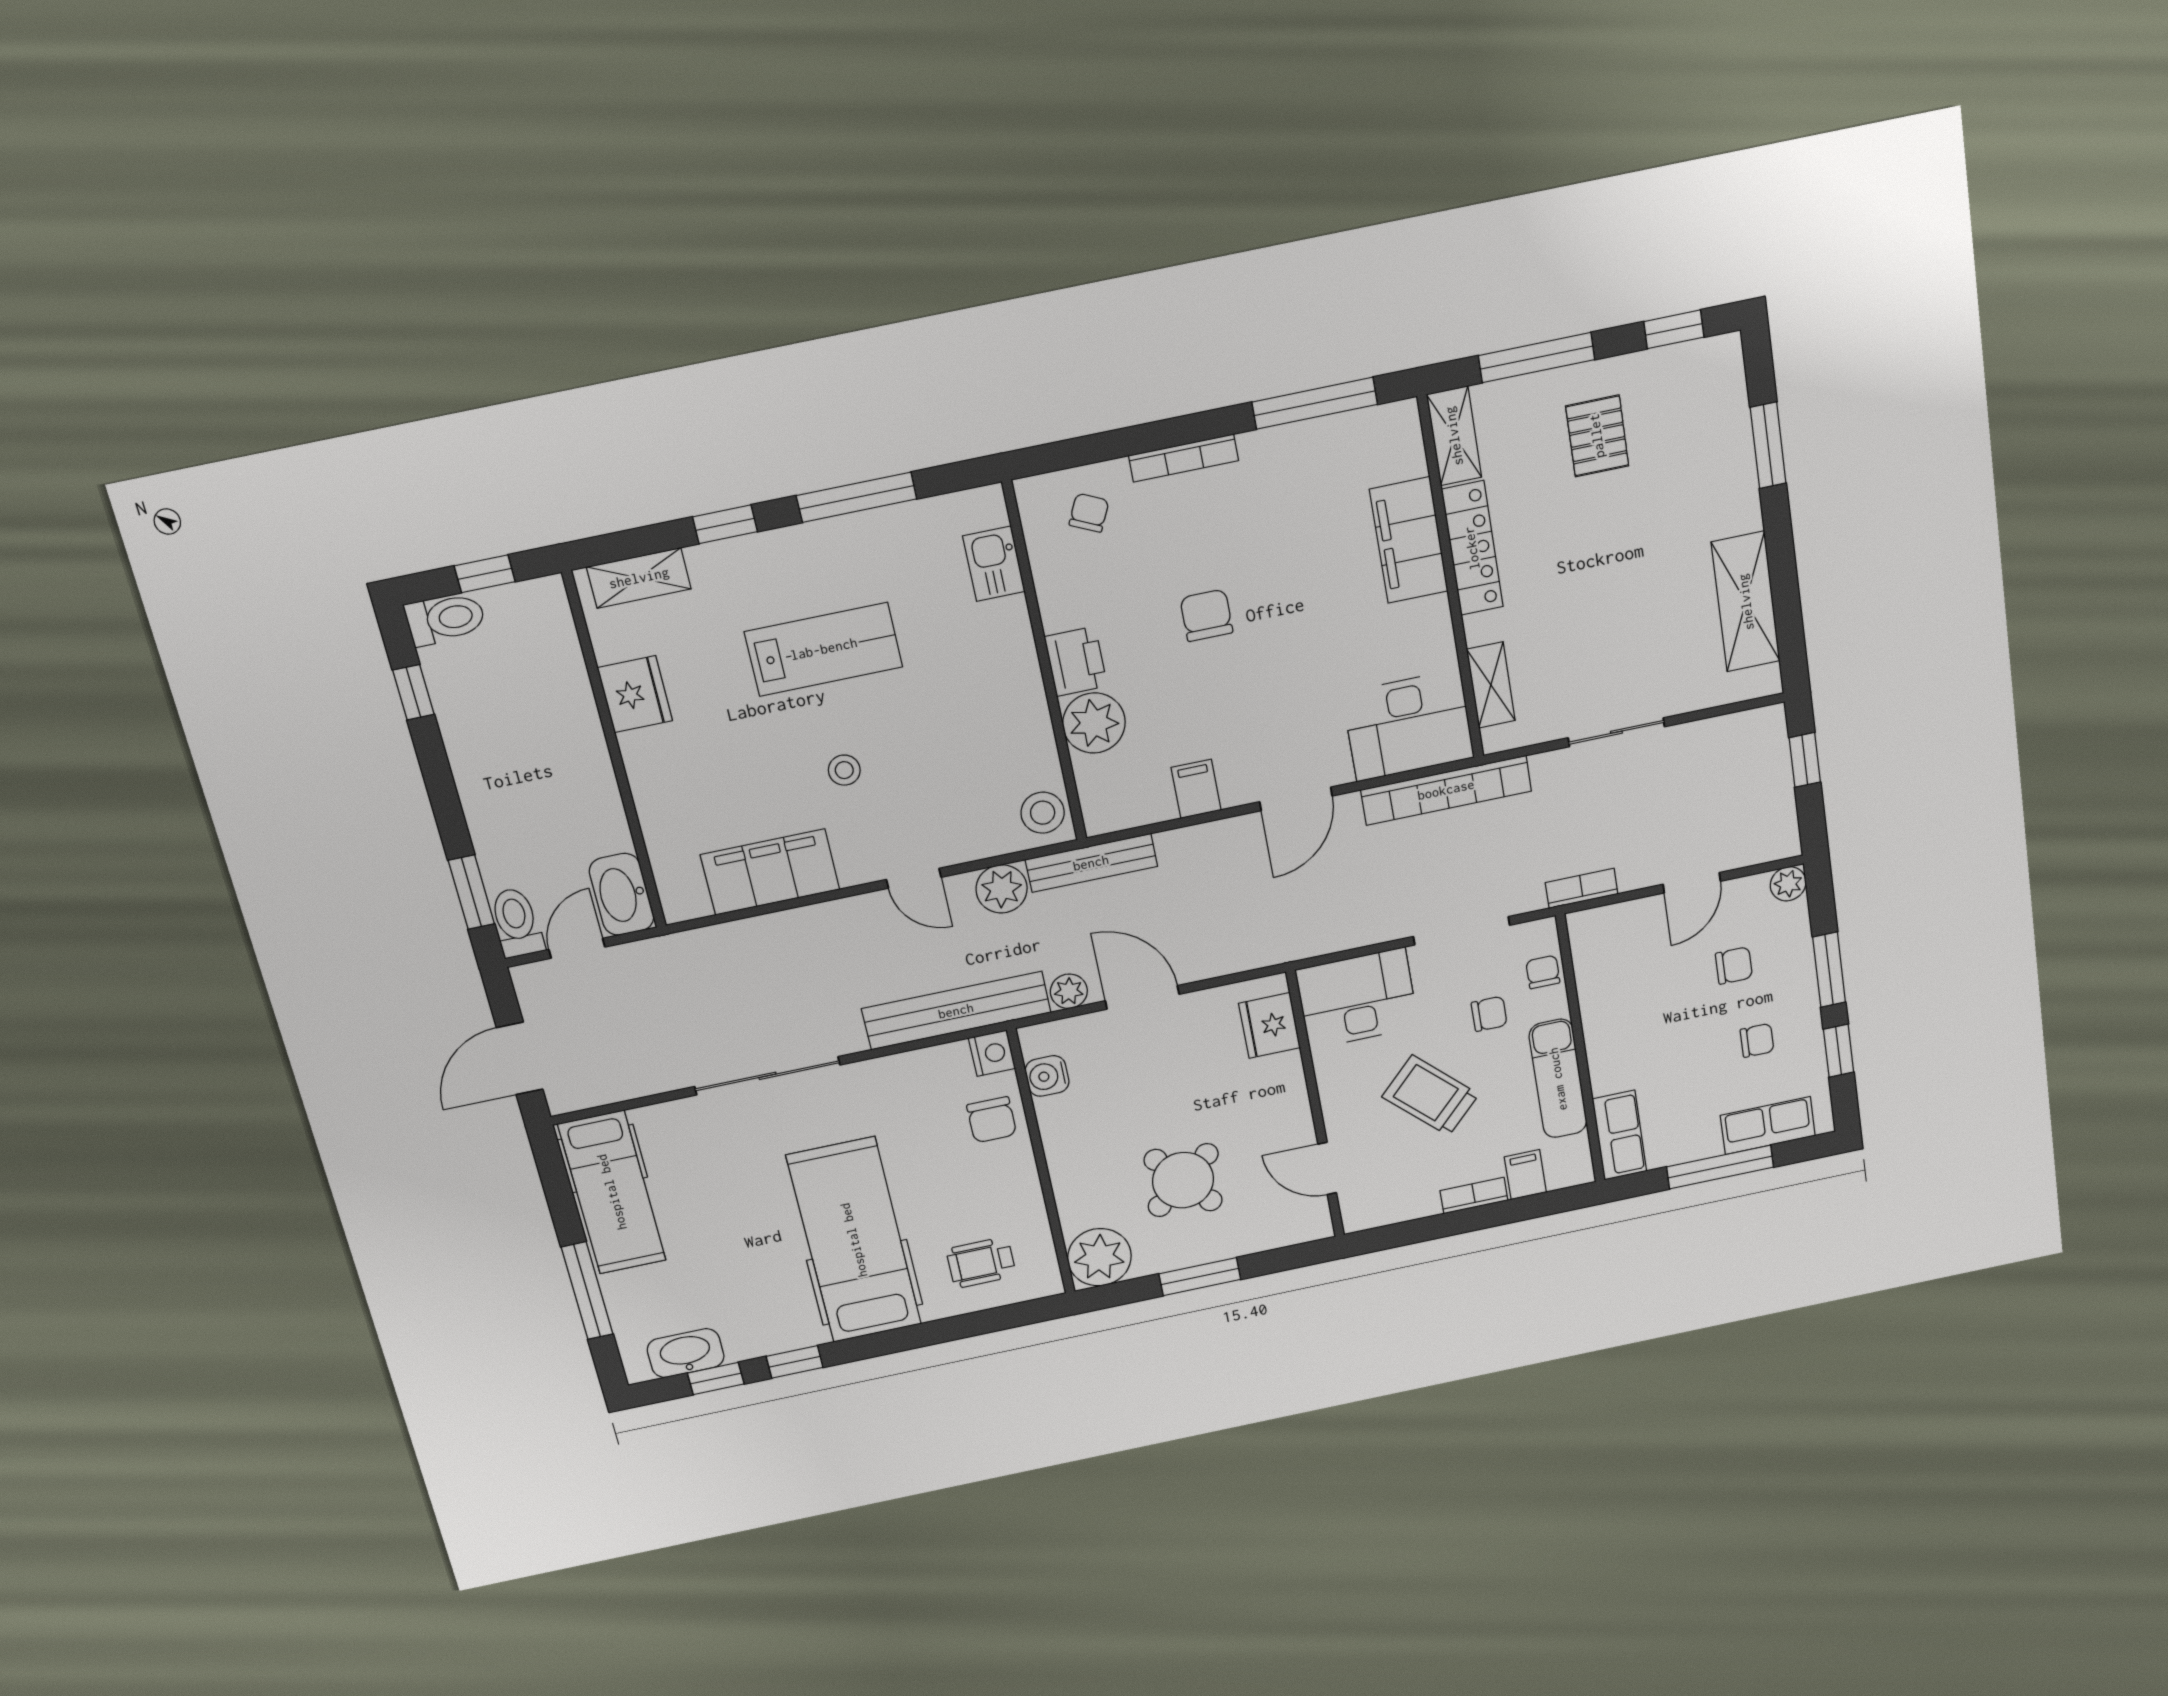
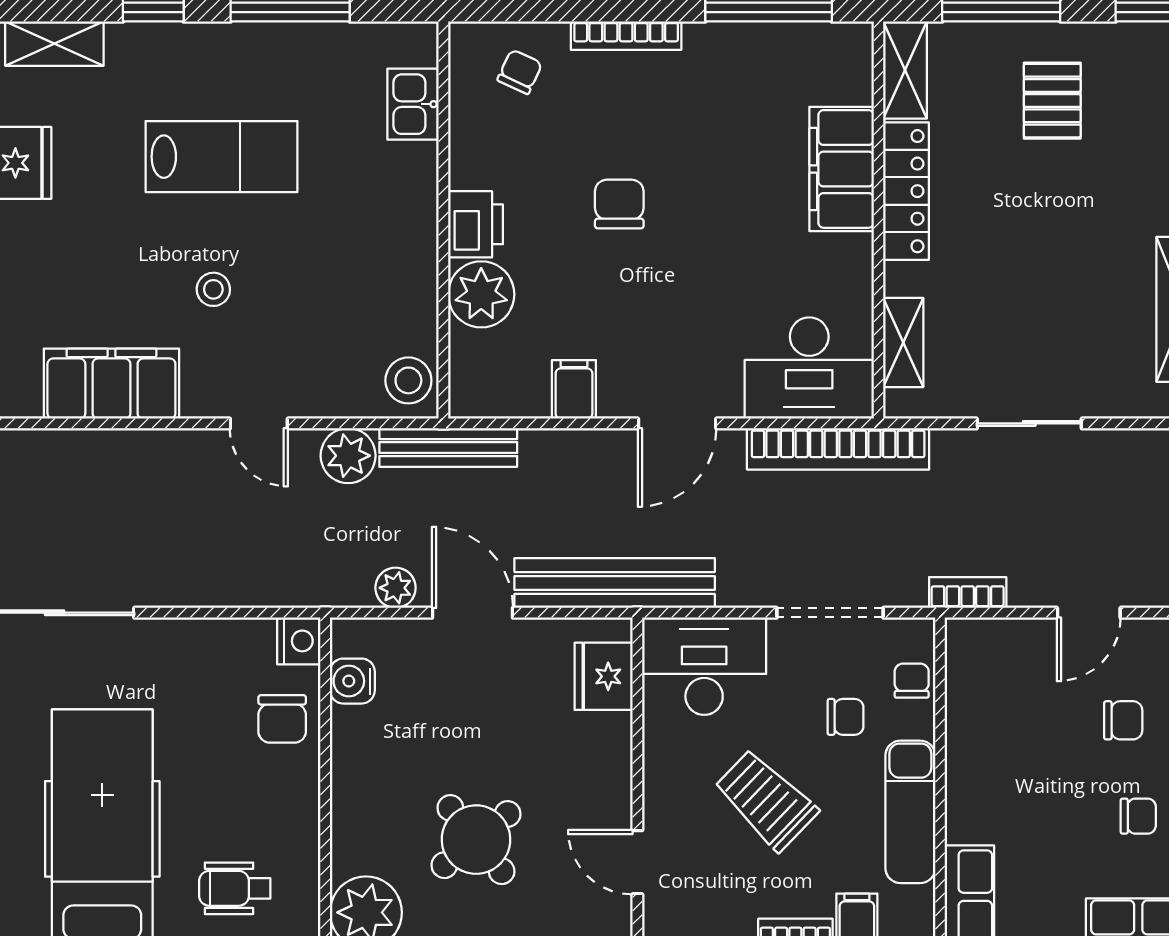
bench: (956, 1011) -> (615, 583), moved

